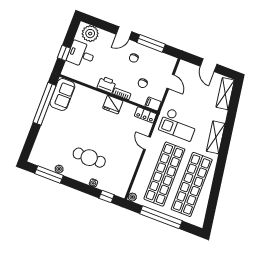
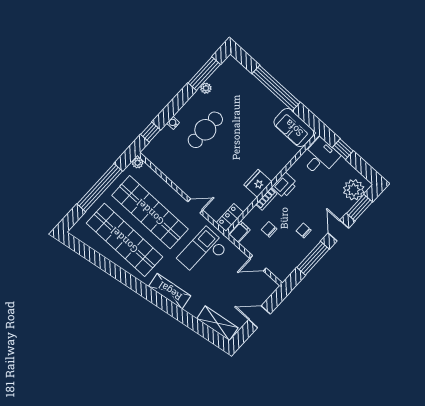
window: (101, 24) -> (359, 208), added
desk: (81, 54) -> (320, 157), moved
window: (44, 104) -> (276, 88), moved

